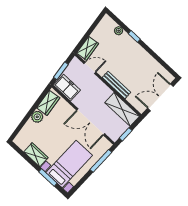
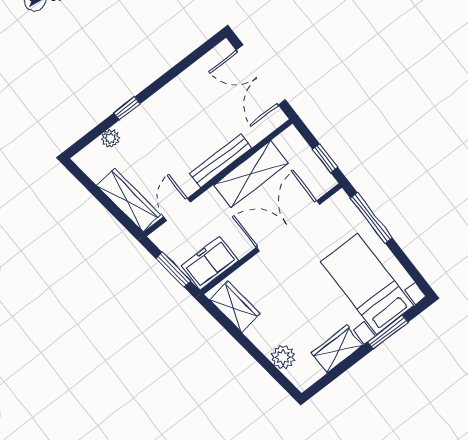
wardrobe: (88, 48) -> (129, 200), width x1.50
shelving: (122, 109) -> (251, 174), moved
plant: (37, 117) -> (283, 357), moved
double door: (91, 122) -> (288, 226), swing flipped

